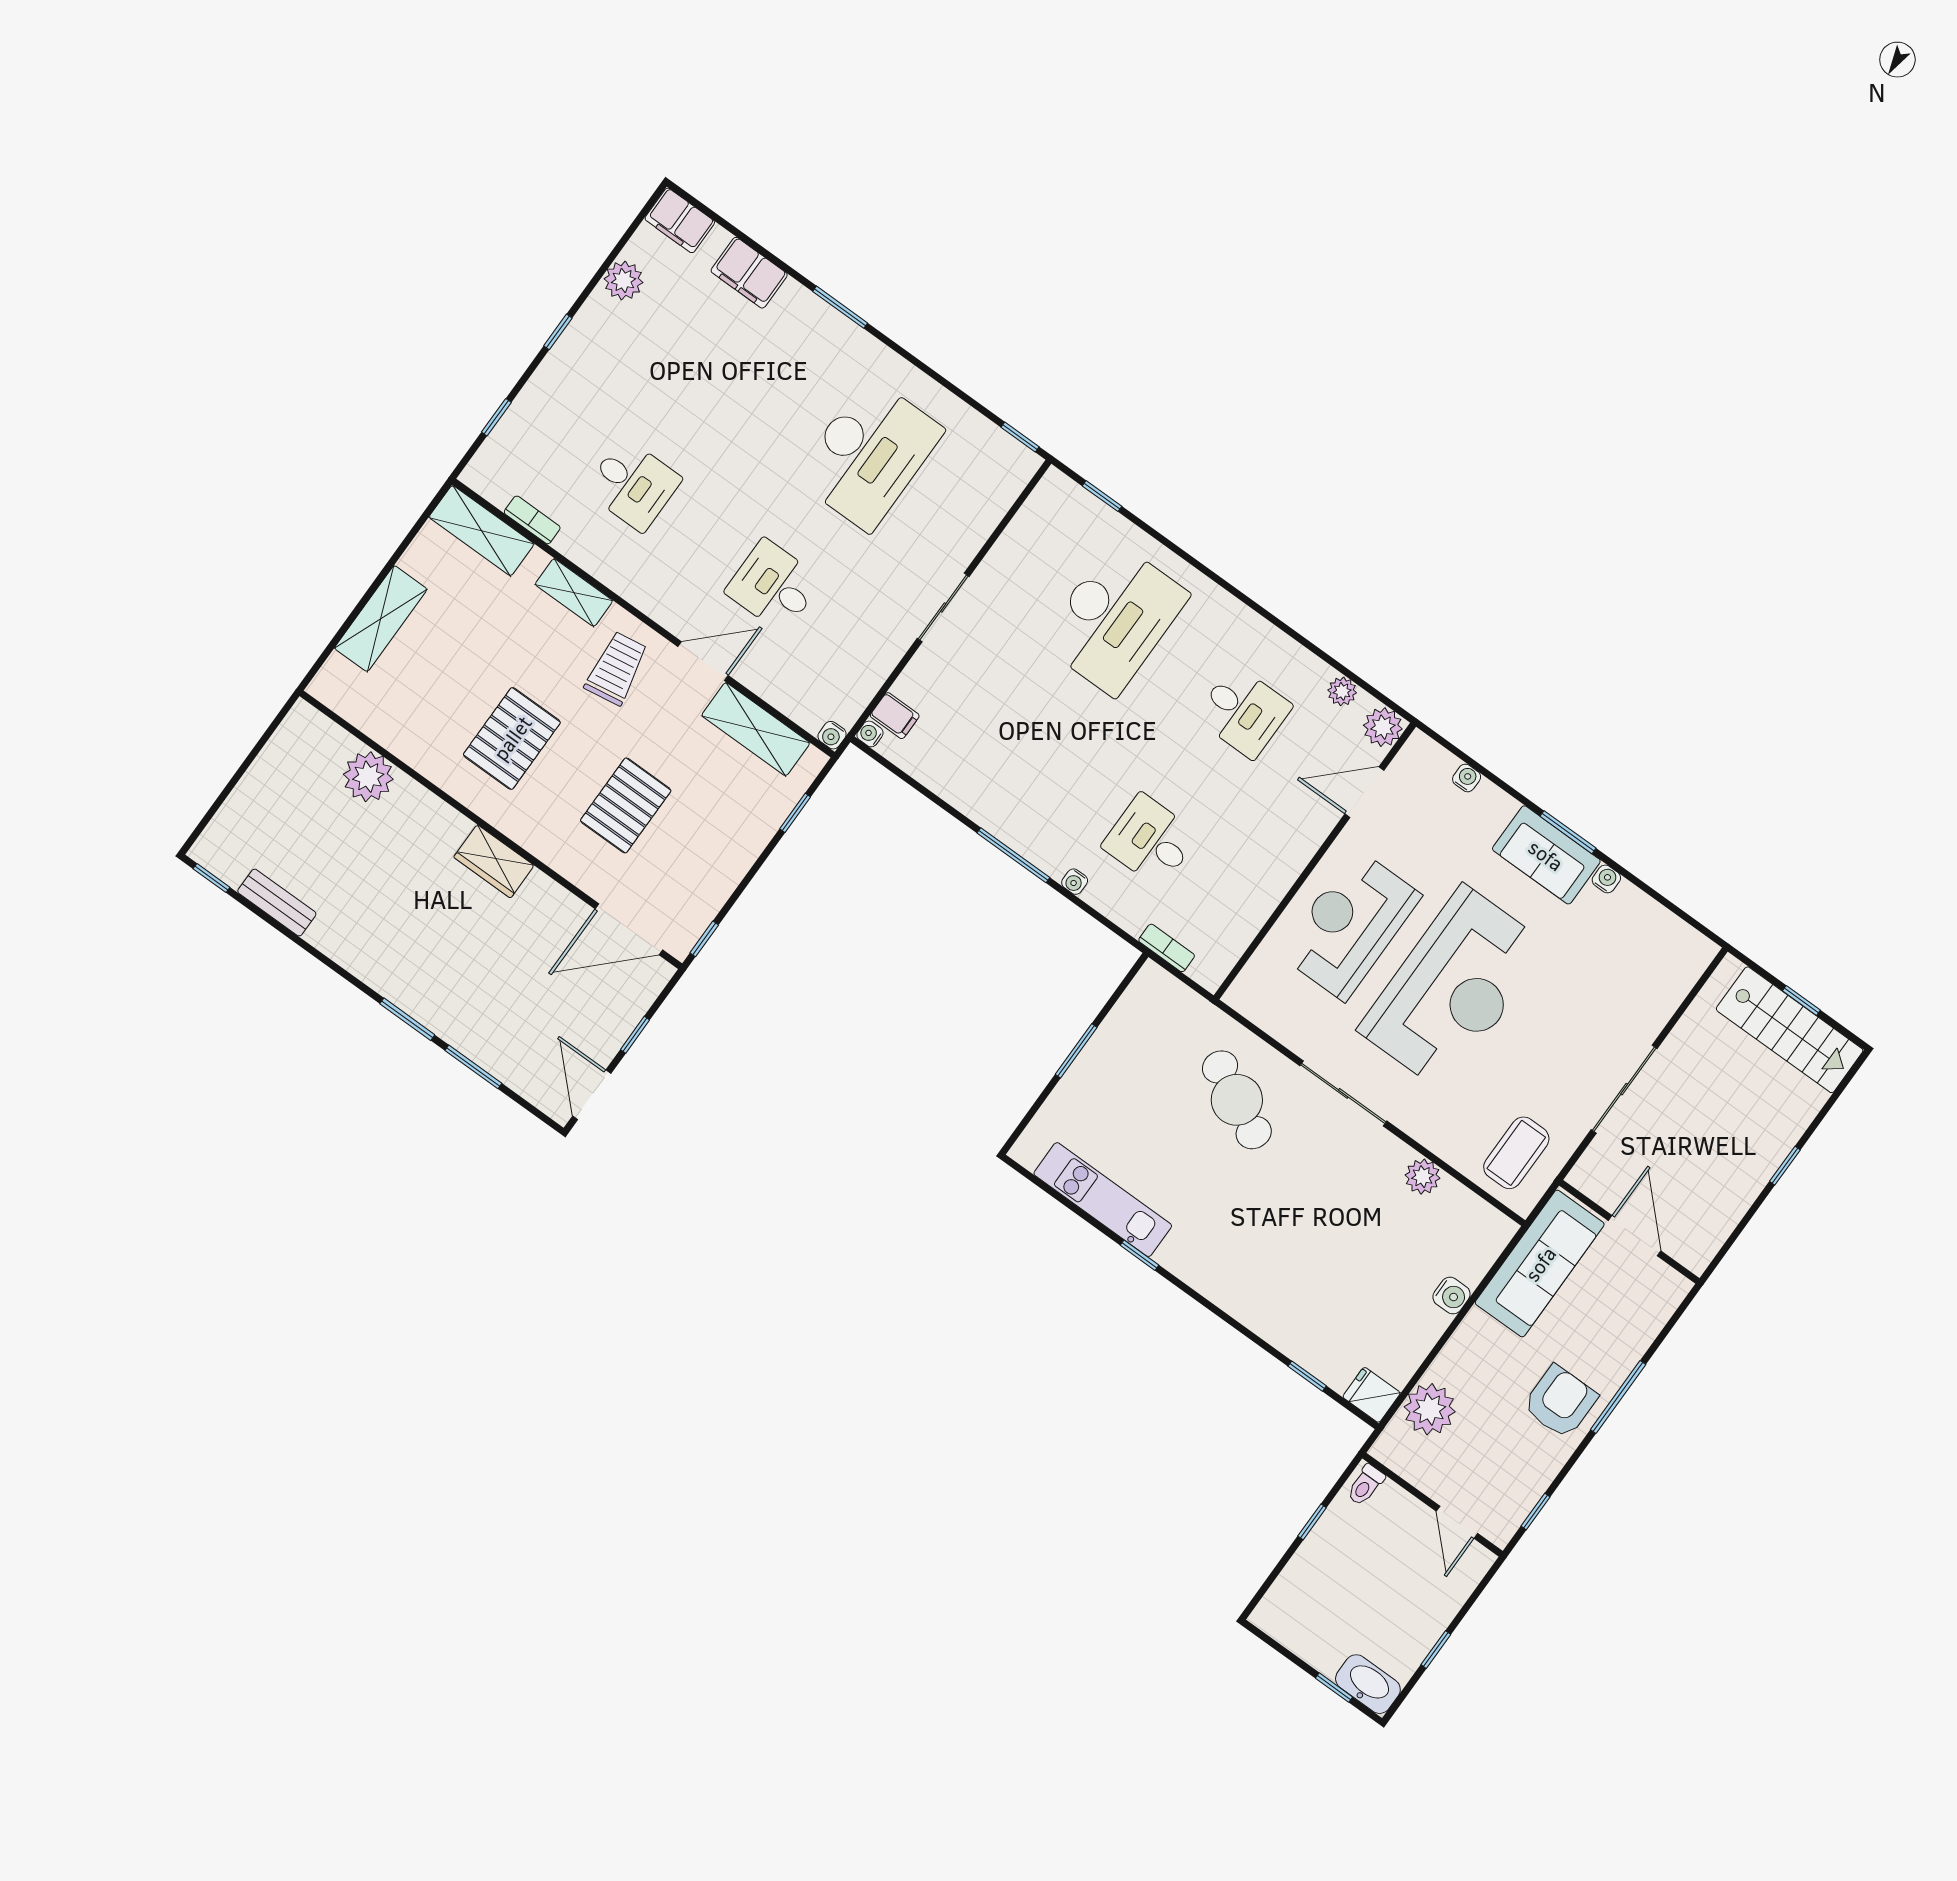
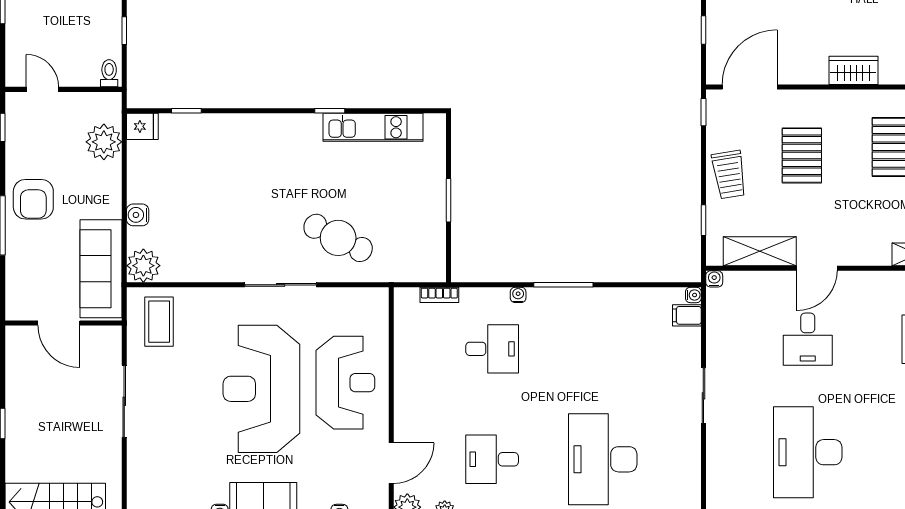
desk: (774, 586) -> (808, 339), turned 90
trolley: (616, 668) -> (729, 175), moved
plant: (1423, 1177) -> (143, 266), moved, width x1.36, depth x1.36

